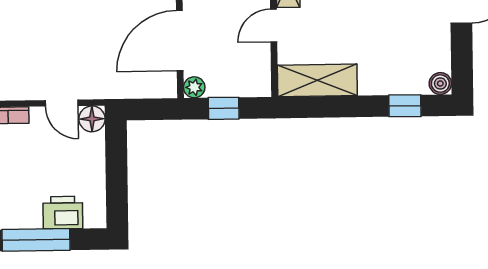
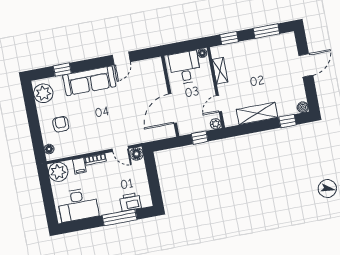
door: (274, 26) -> (219, 104), moved
shelving: (317, 80) -> (257, 113), moved
plant: (194, 87) -> (216, 124), moved

